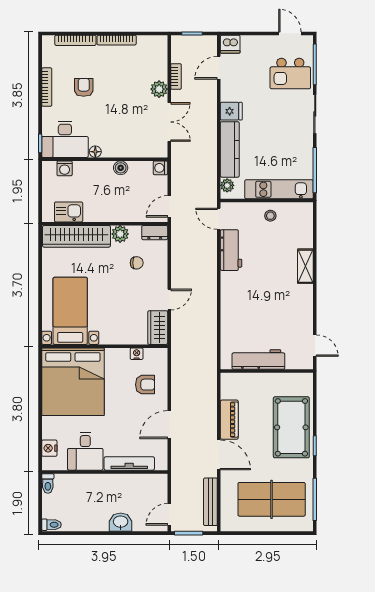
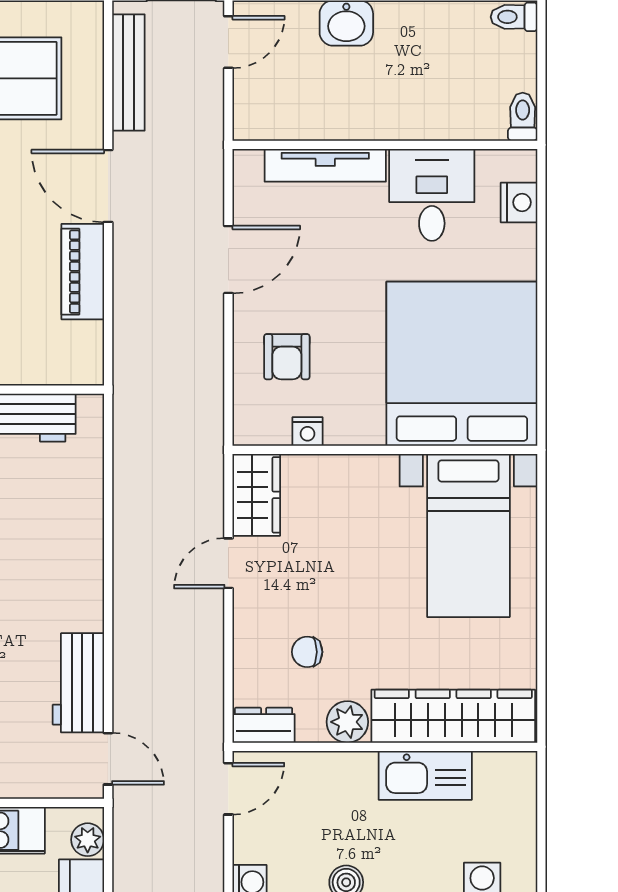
kitchen sink: (69, 212) -> (425, 775), moved, width x1.38
armchair: (145, 385) -> (287, 357), turned -90

